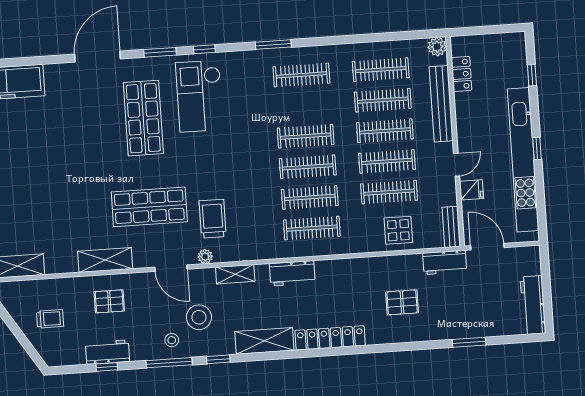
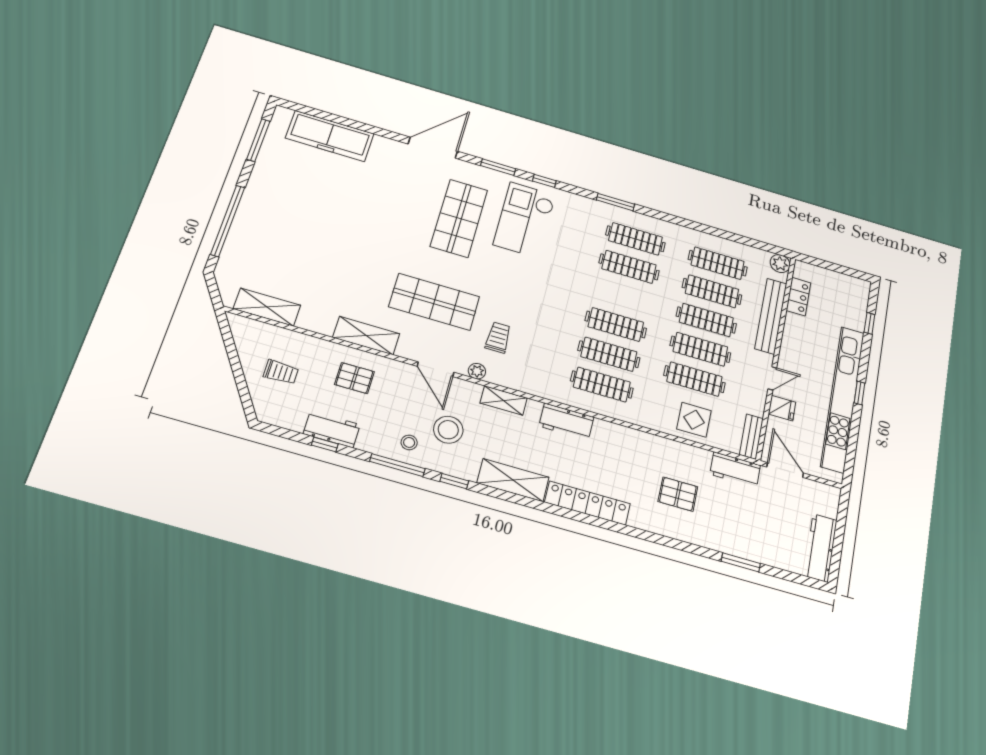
clothes rail: (306, 136) -> (629, 267), moved
trolley: (213, 219) -> (498, 337), width x0.73, depth x0.72

